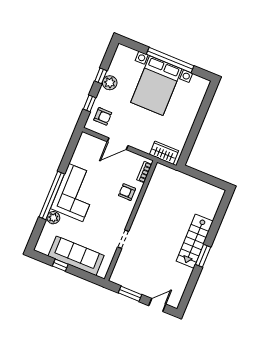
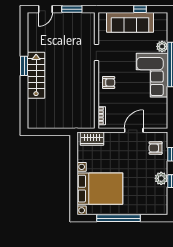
bed with nightstands: (156, 86) -> (100, 189), moved, turned 90
armchair: (127, 192) -> (109, 82), moved

